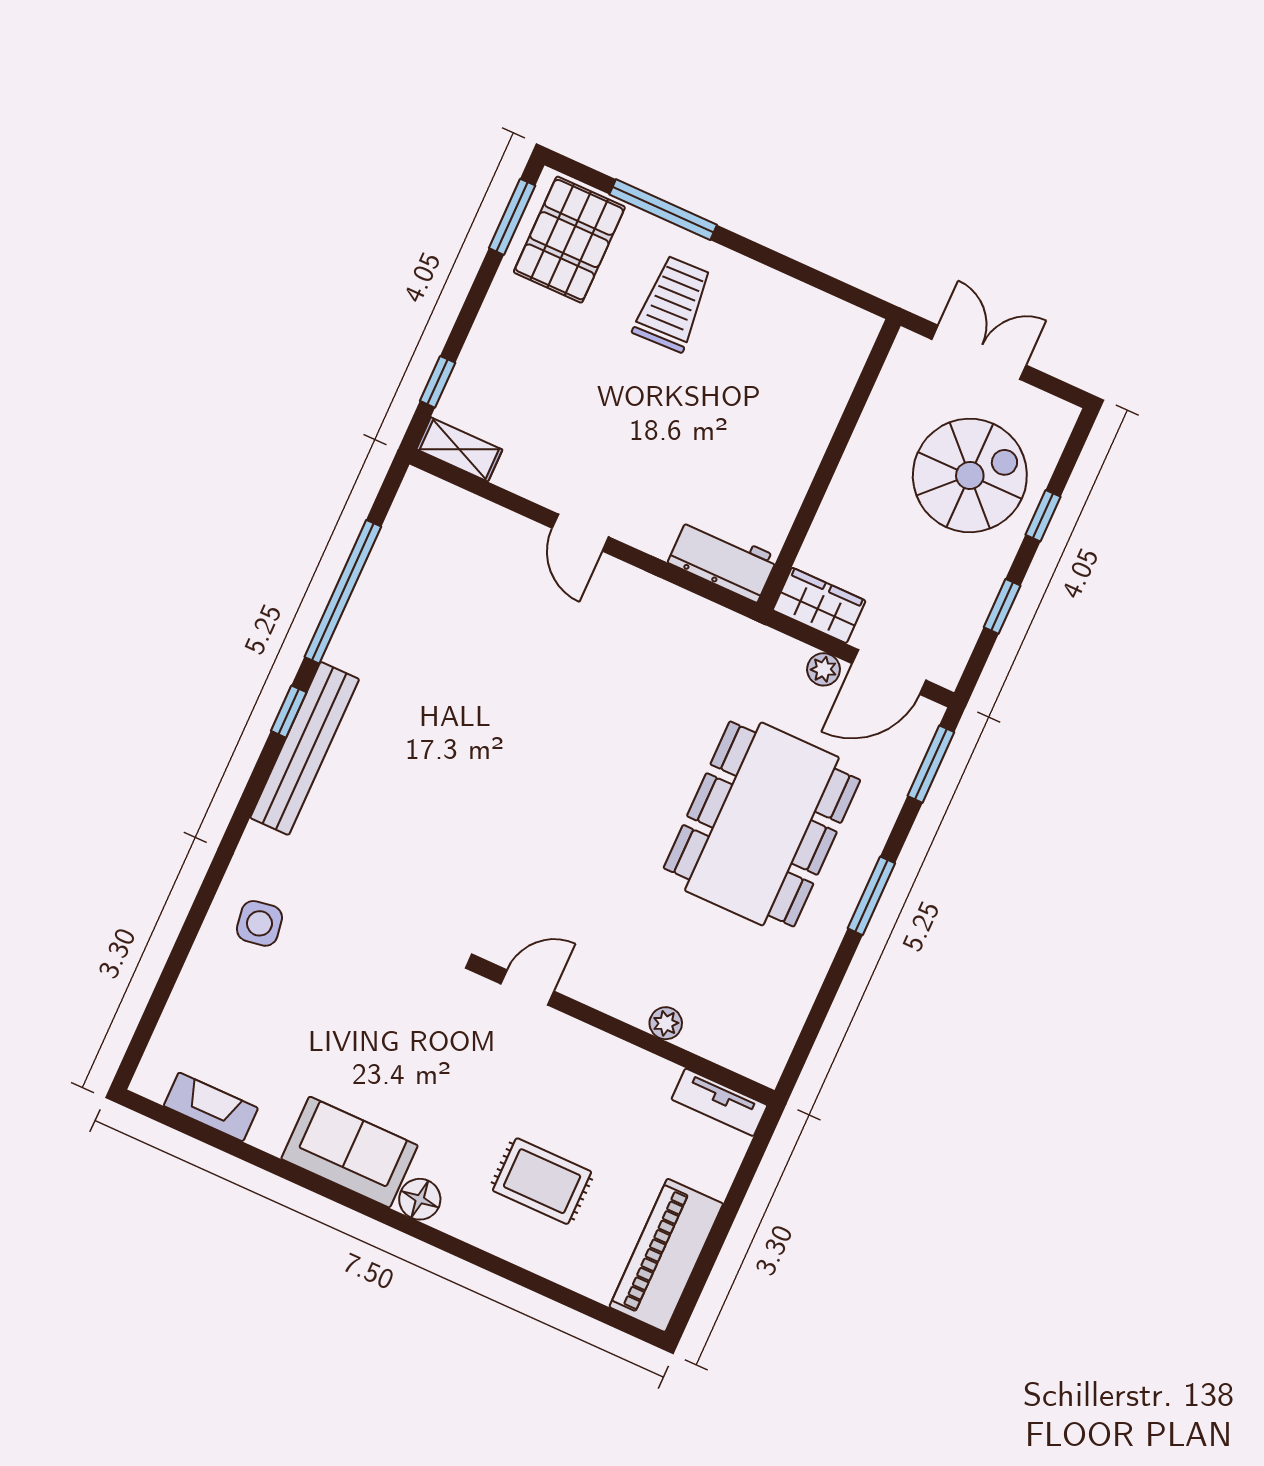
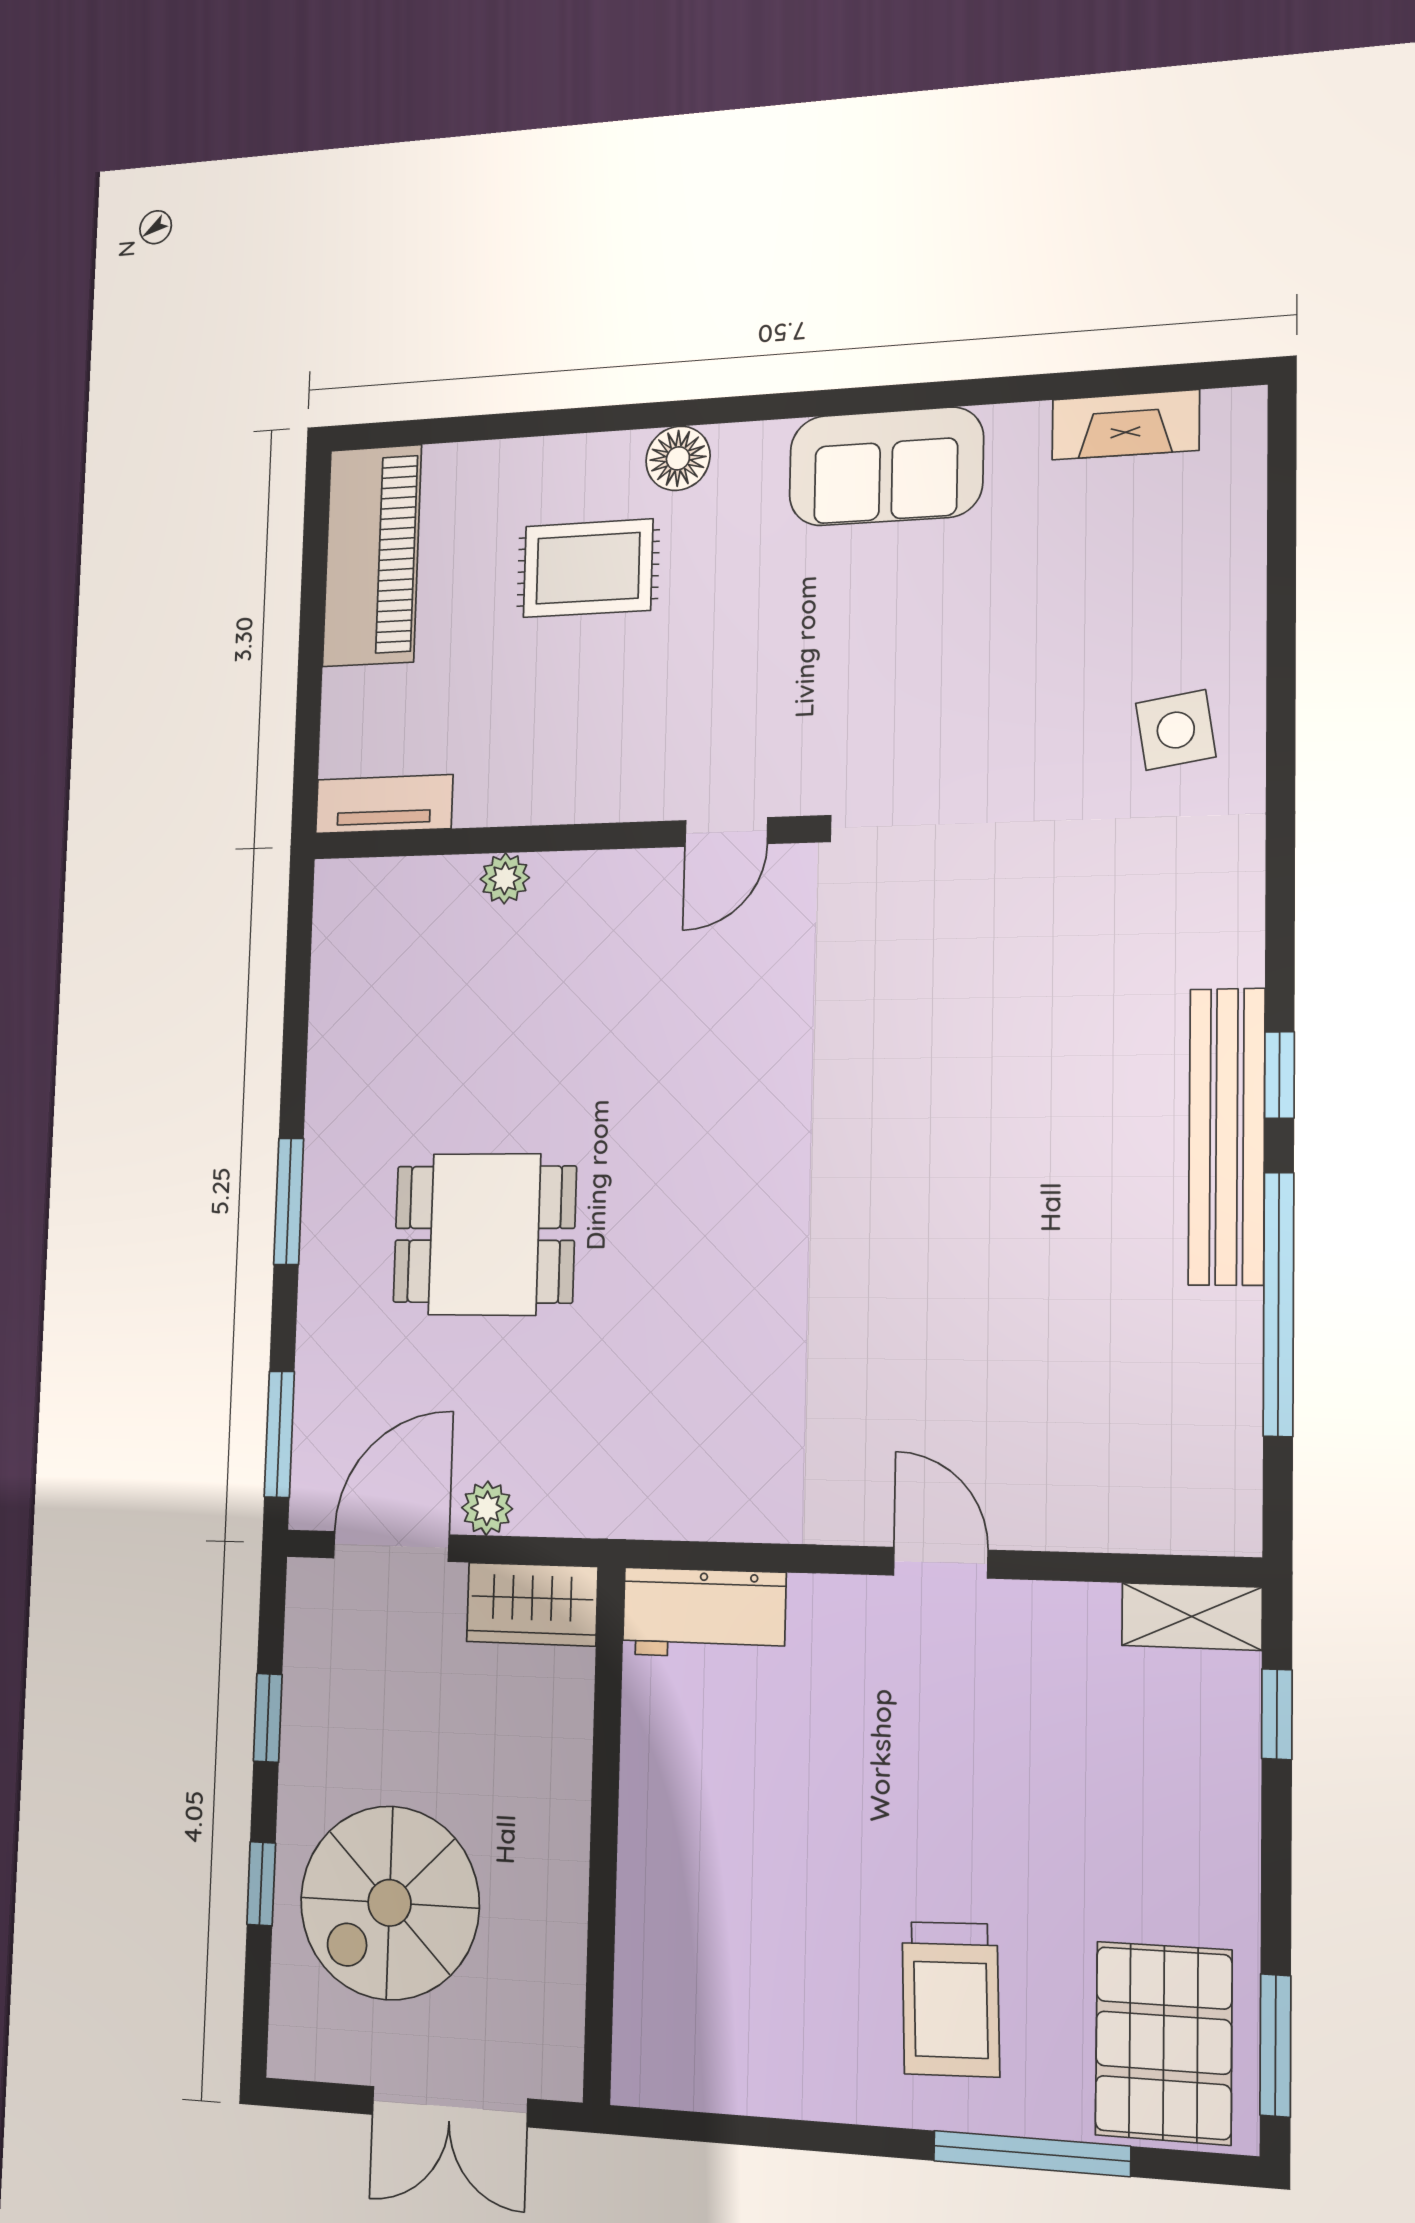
bench: (305, 748) -> (1227, 1136), moved
dining table: (762, 824) -> (484, 1234), width x0.53, depth x0.80
floor lamp: (420, 1199) -> (678, 458), moved

